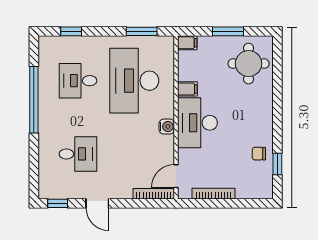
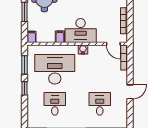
window: (71, 31) -> (25, 88), moved
desk: (78, 81) -> (55, 104), turned 180
desk: (134, 81) -> (55, 69), turned 180
window: (58, 203) -> (130, 116), removed

